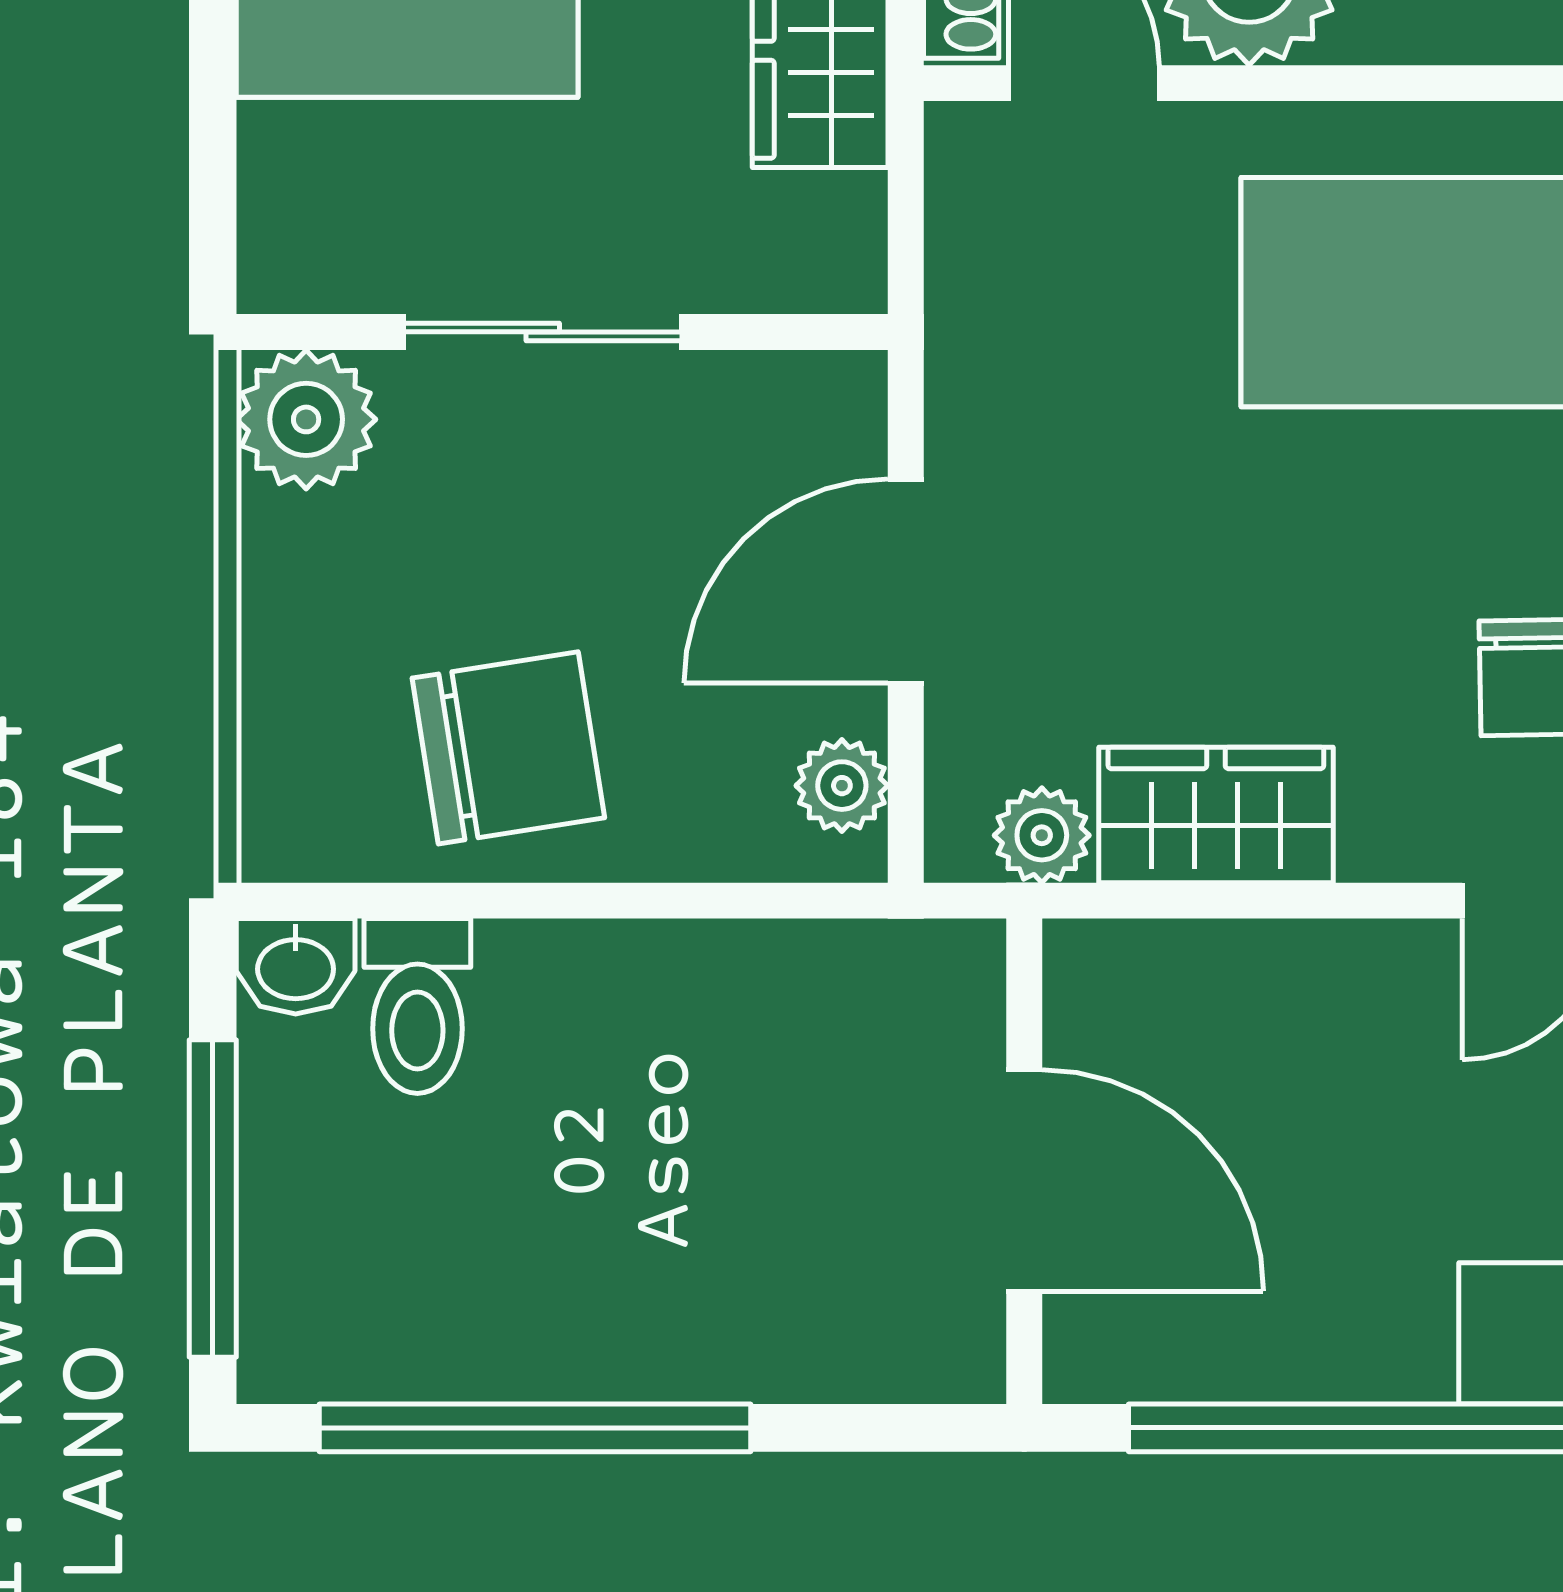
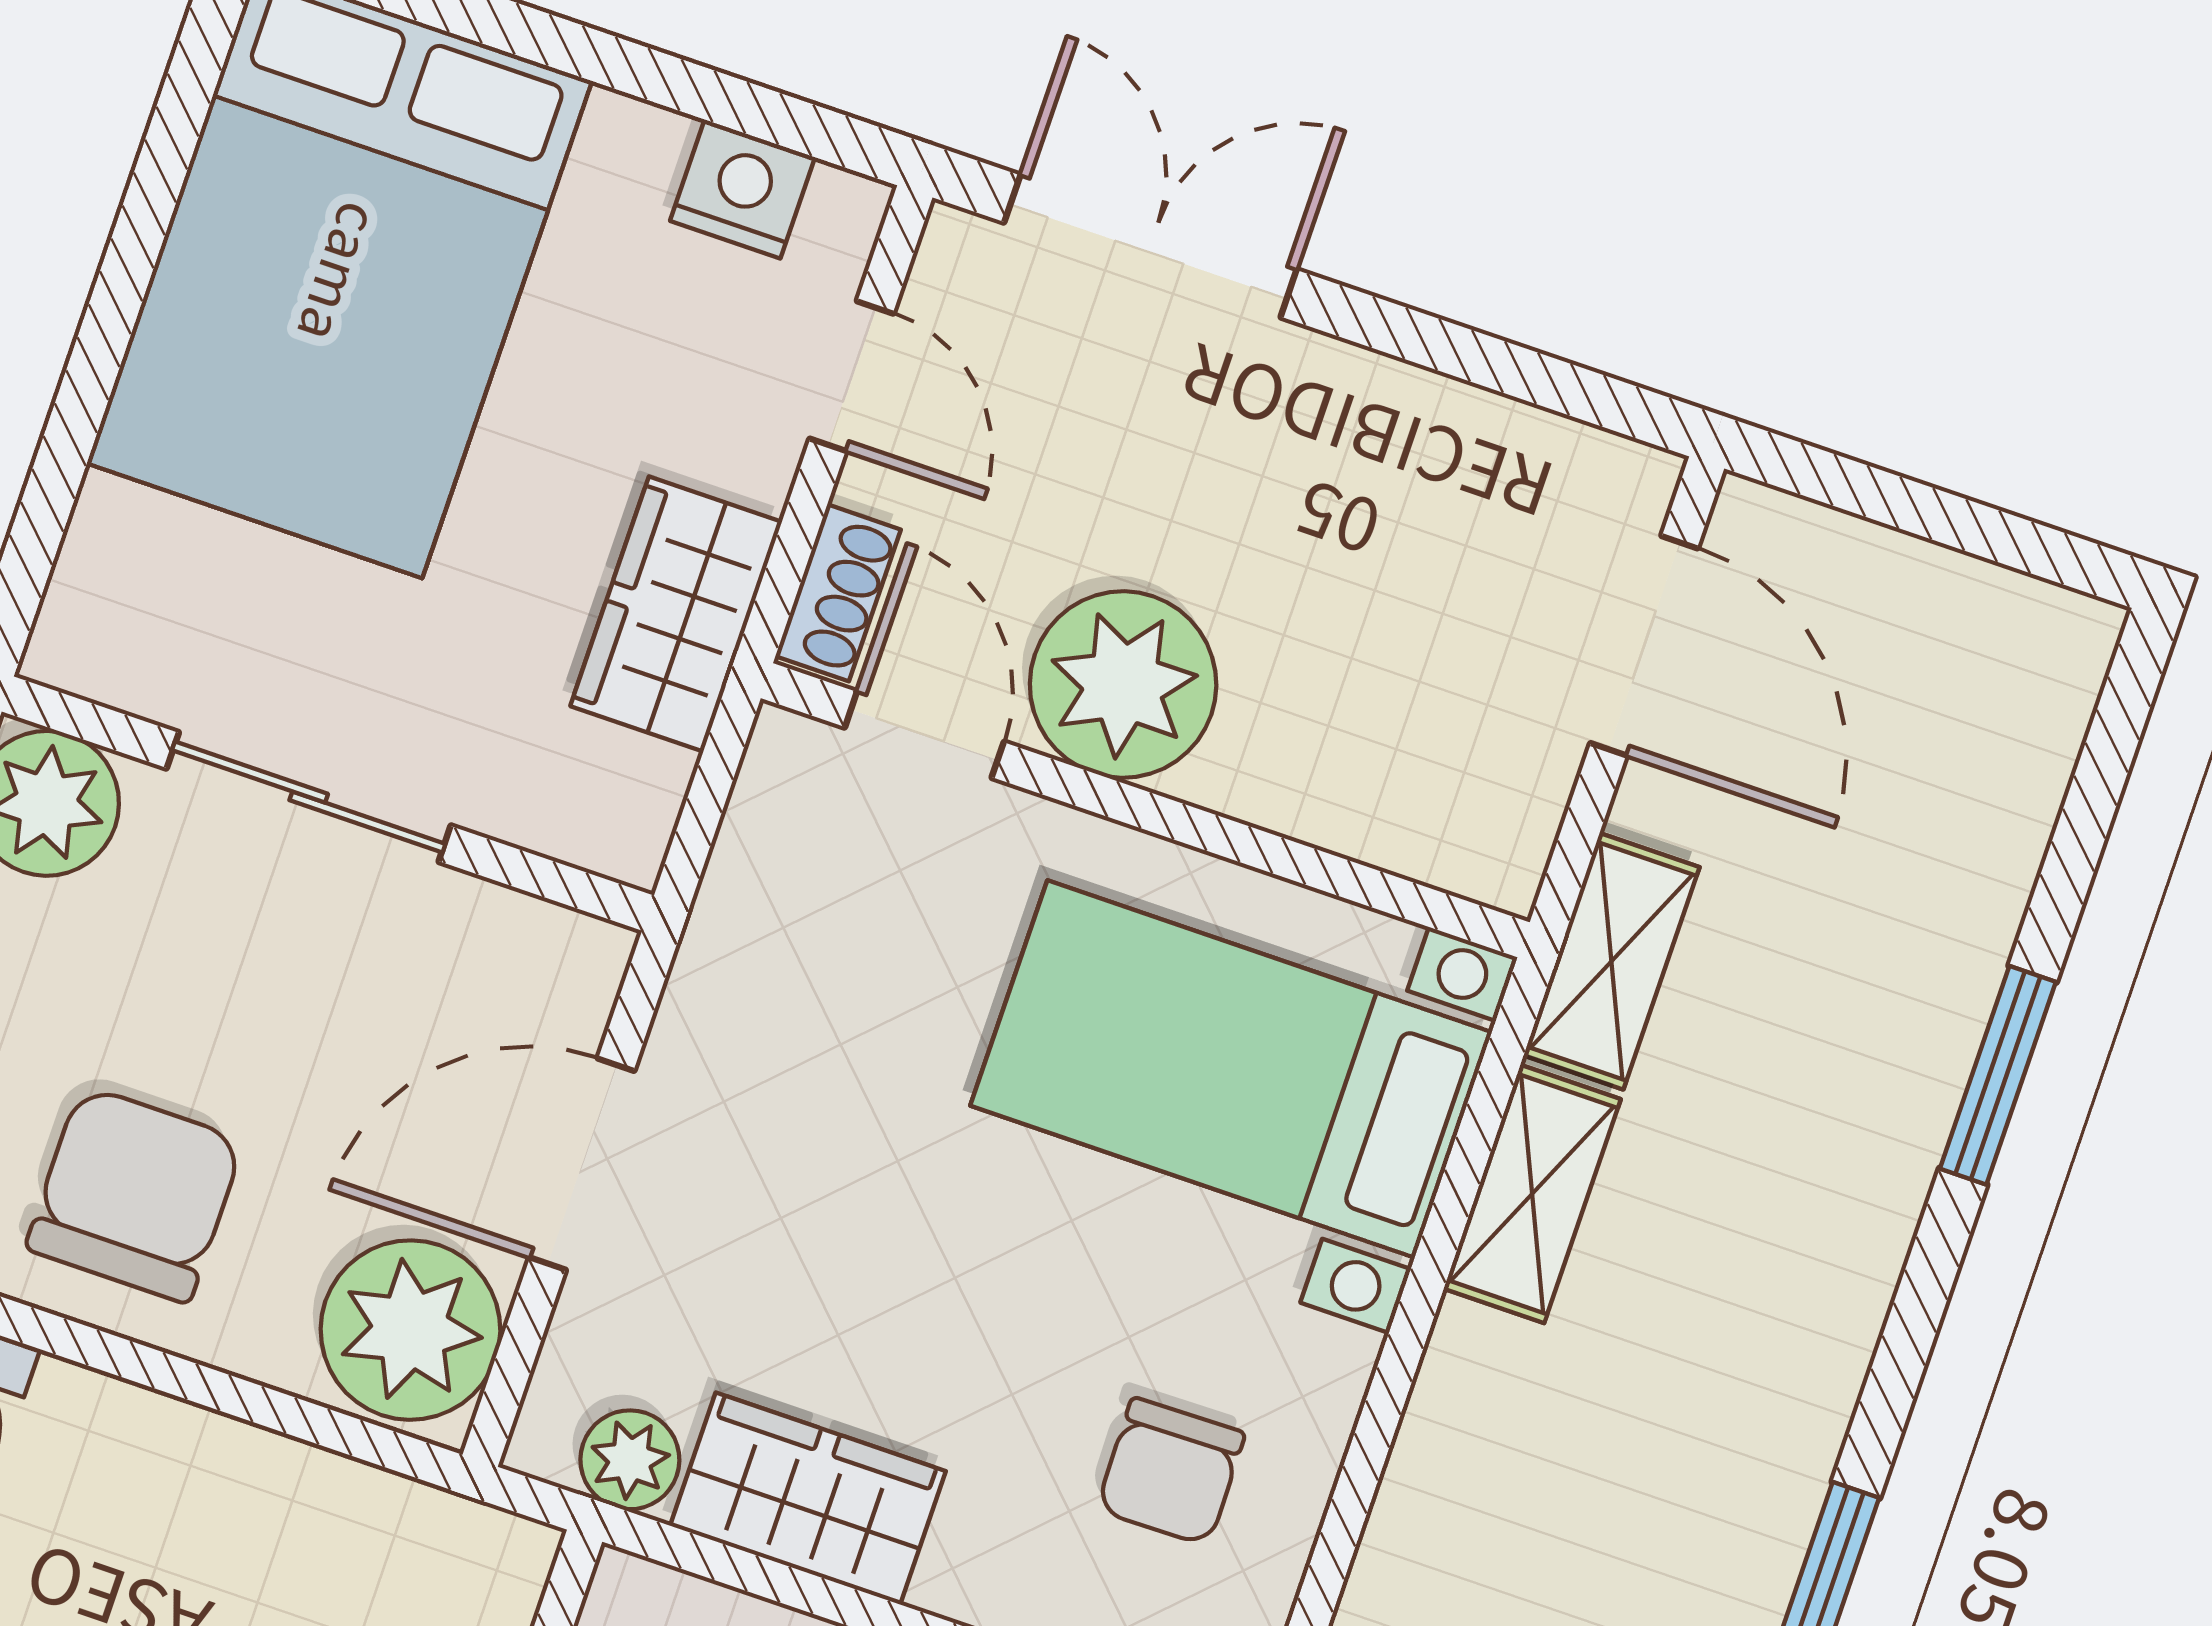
chair: (508, 748) -> (135, 1194), turned -81
plant: (842, 786) -> (410, 1330), width x1.88, depth x1.88

